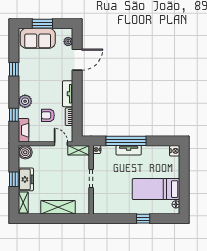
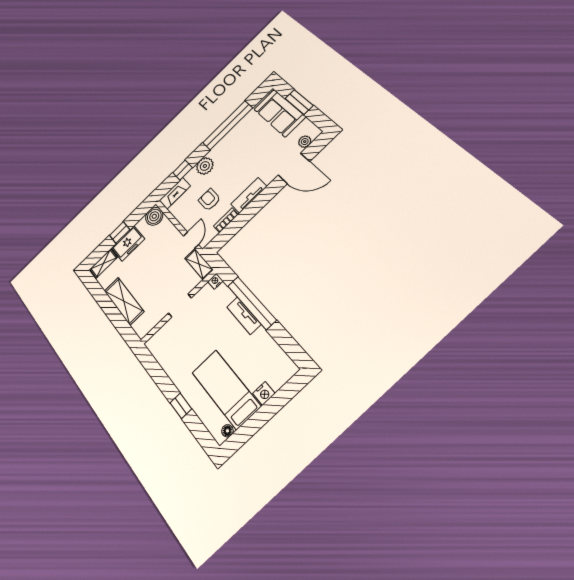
window: (14, 69) -> (228, 125), width x3.17
nightstand: (175, 151) -> (264, 393), moved

